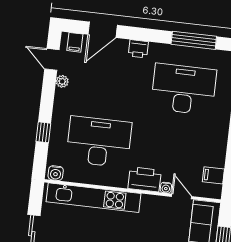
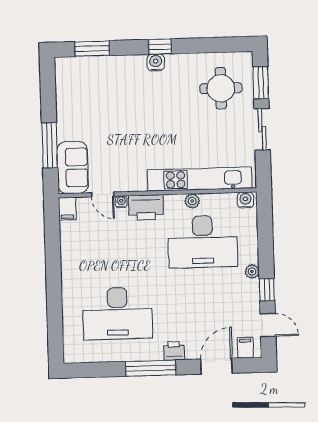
window: (194, 40) -> (151, 368), moved
plant: (62, 81) -> (252, 272), moved
window: (43, 132) -> (267, 290), moved
filing cabinet: (213, 175) -> (67, 209), moved, turned 90
plant: (103, 179) -> (192, 201), added

